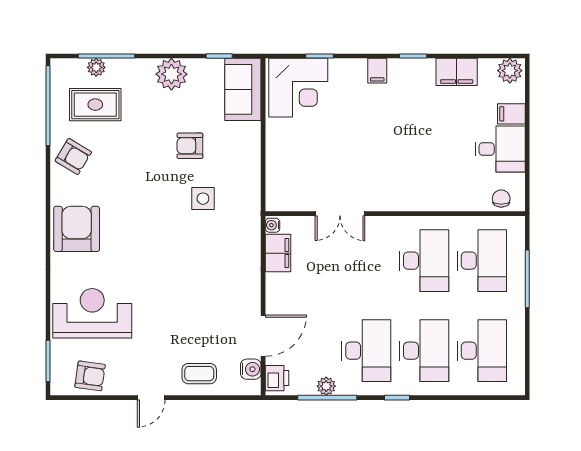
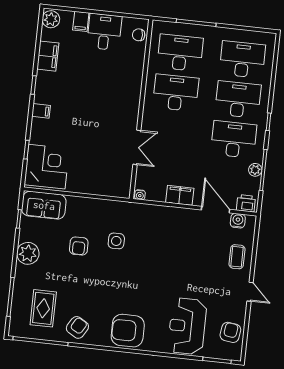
plant: (96, 67) -> (17, 305), removed
filing cabinet: (278, 253) -> (180, 195), moved

